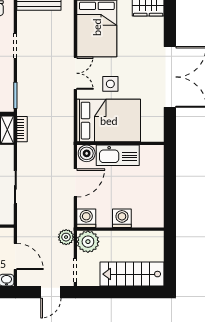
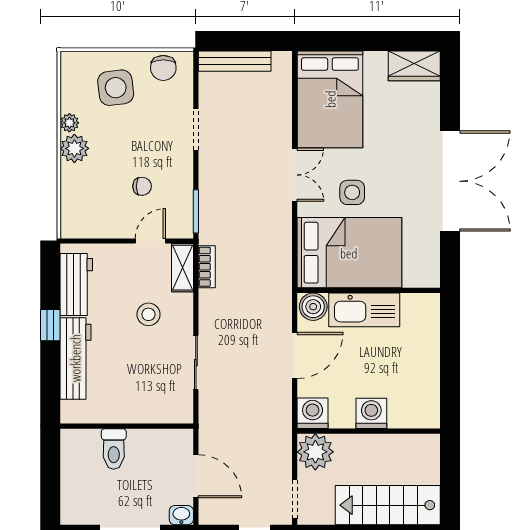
plant: (66, 237) -> (279, 444), removed

